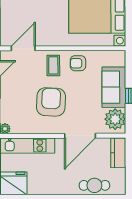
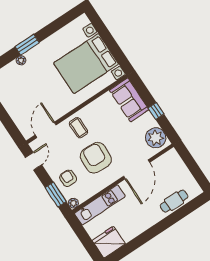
armchair: (78, 63) -> (68, 178), moved, turned 90
sofa: (114, 87) -> (129, 100), moved
kitchen counter: (118, 153) -> (176, 163), removed

